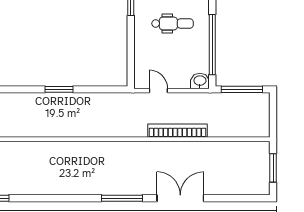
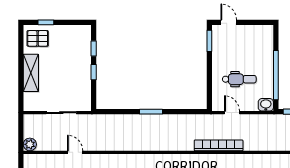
dental chair: (172, 24) -> (239, 79), moved
bookcase: (177, 131) -> (219, 145), moved

